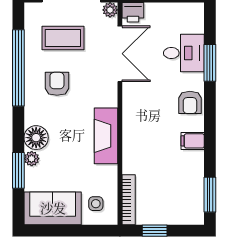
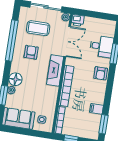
bookcase: (131, 135) -> (66, 86), added
fireplace: (106, 136) -> (55, 70), moved
filing cabinet: (193, 141) -> (97, 109), moved

